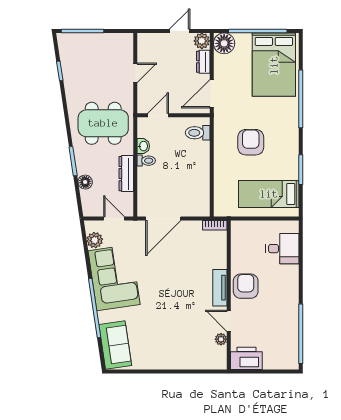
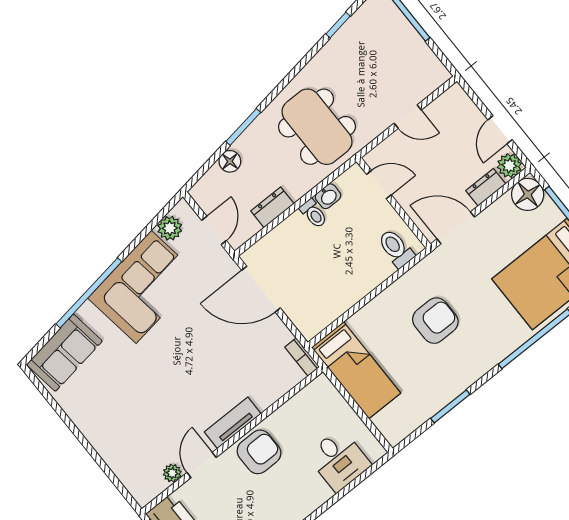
door: (180, 31) -> (500, 130), swing flipped
dresser: (126, 174) -> (272, 207), width x0.70
bed: (269, 194) -> (356, 370), moved, turned 180

